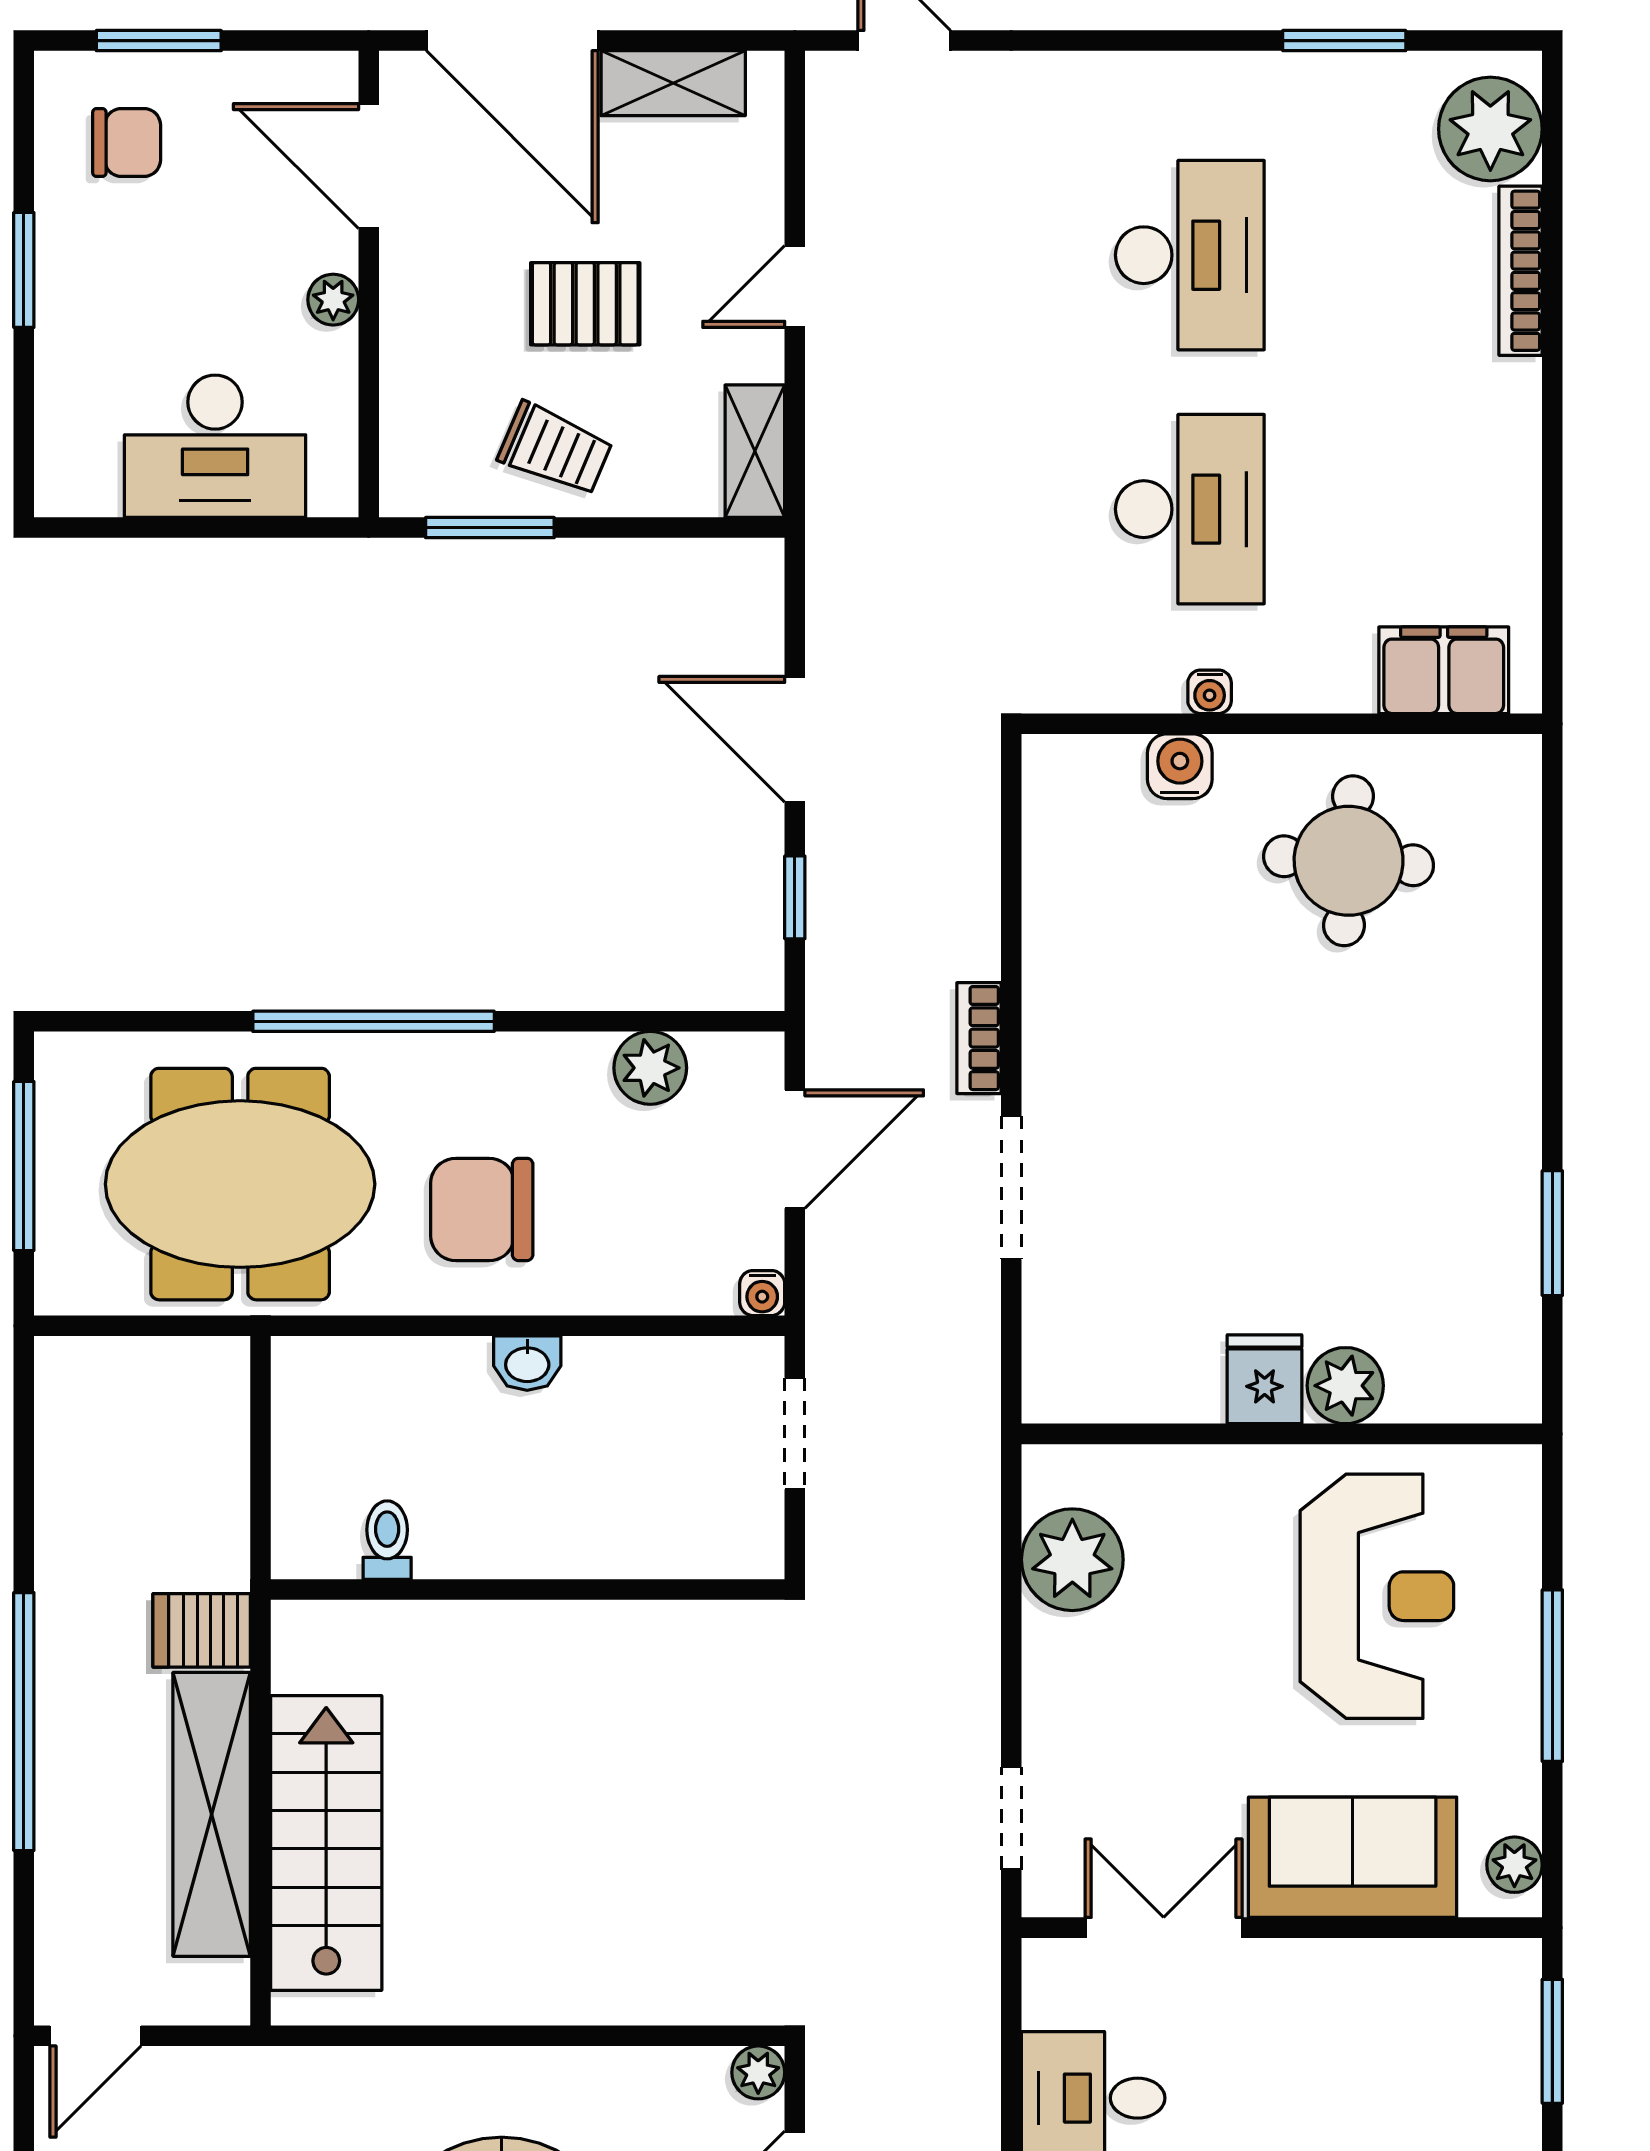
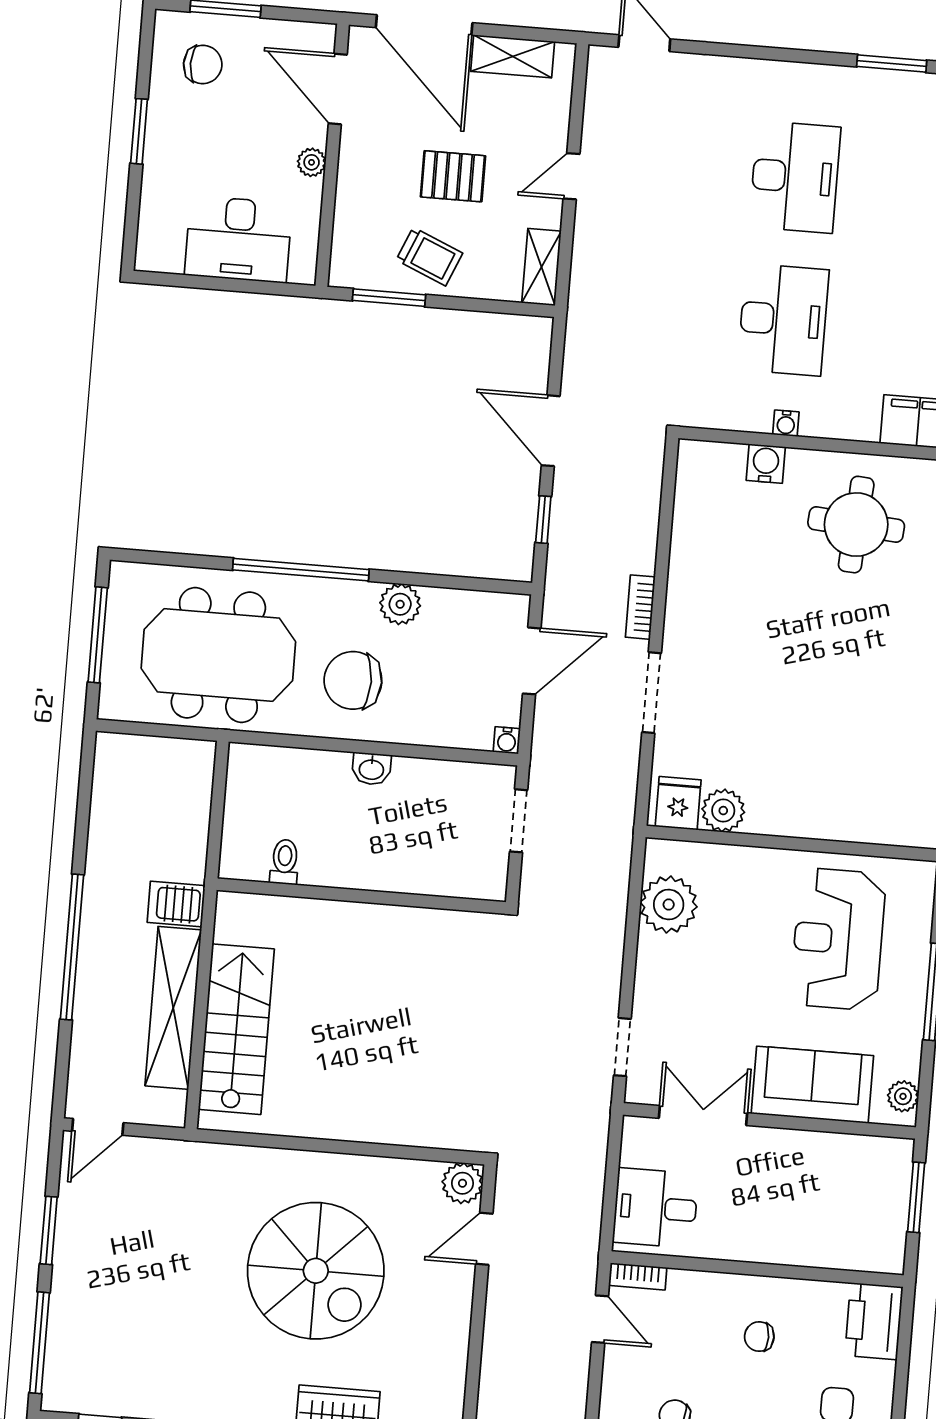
plant: (650, 1068) -> (400, 604), moved
fridge: (1265, 1379) -> (678, 803), moved
plant: (1345, 1386) -> (723, 811), moved
reception desk: (1377, 1596) -> (838, 939), turned 180
plant: (758, 2072) -> (462, 1183), width x1.38, depth x1.38

